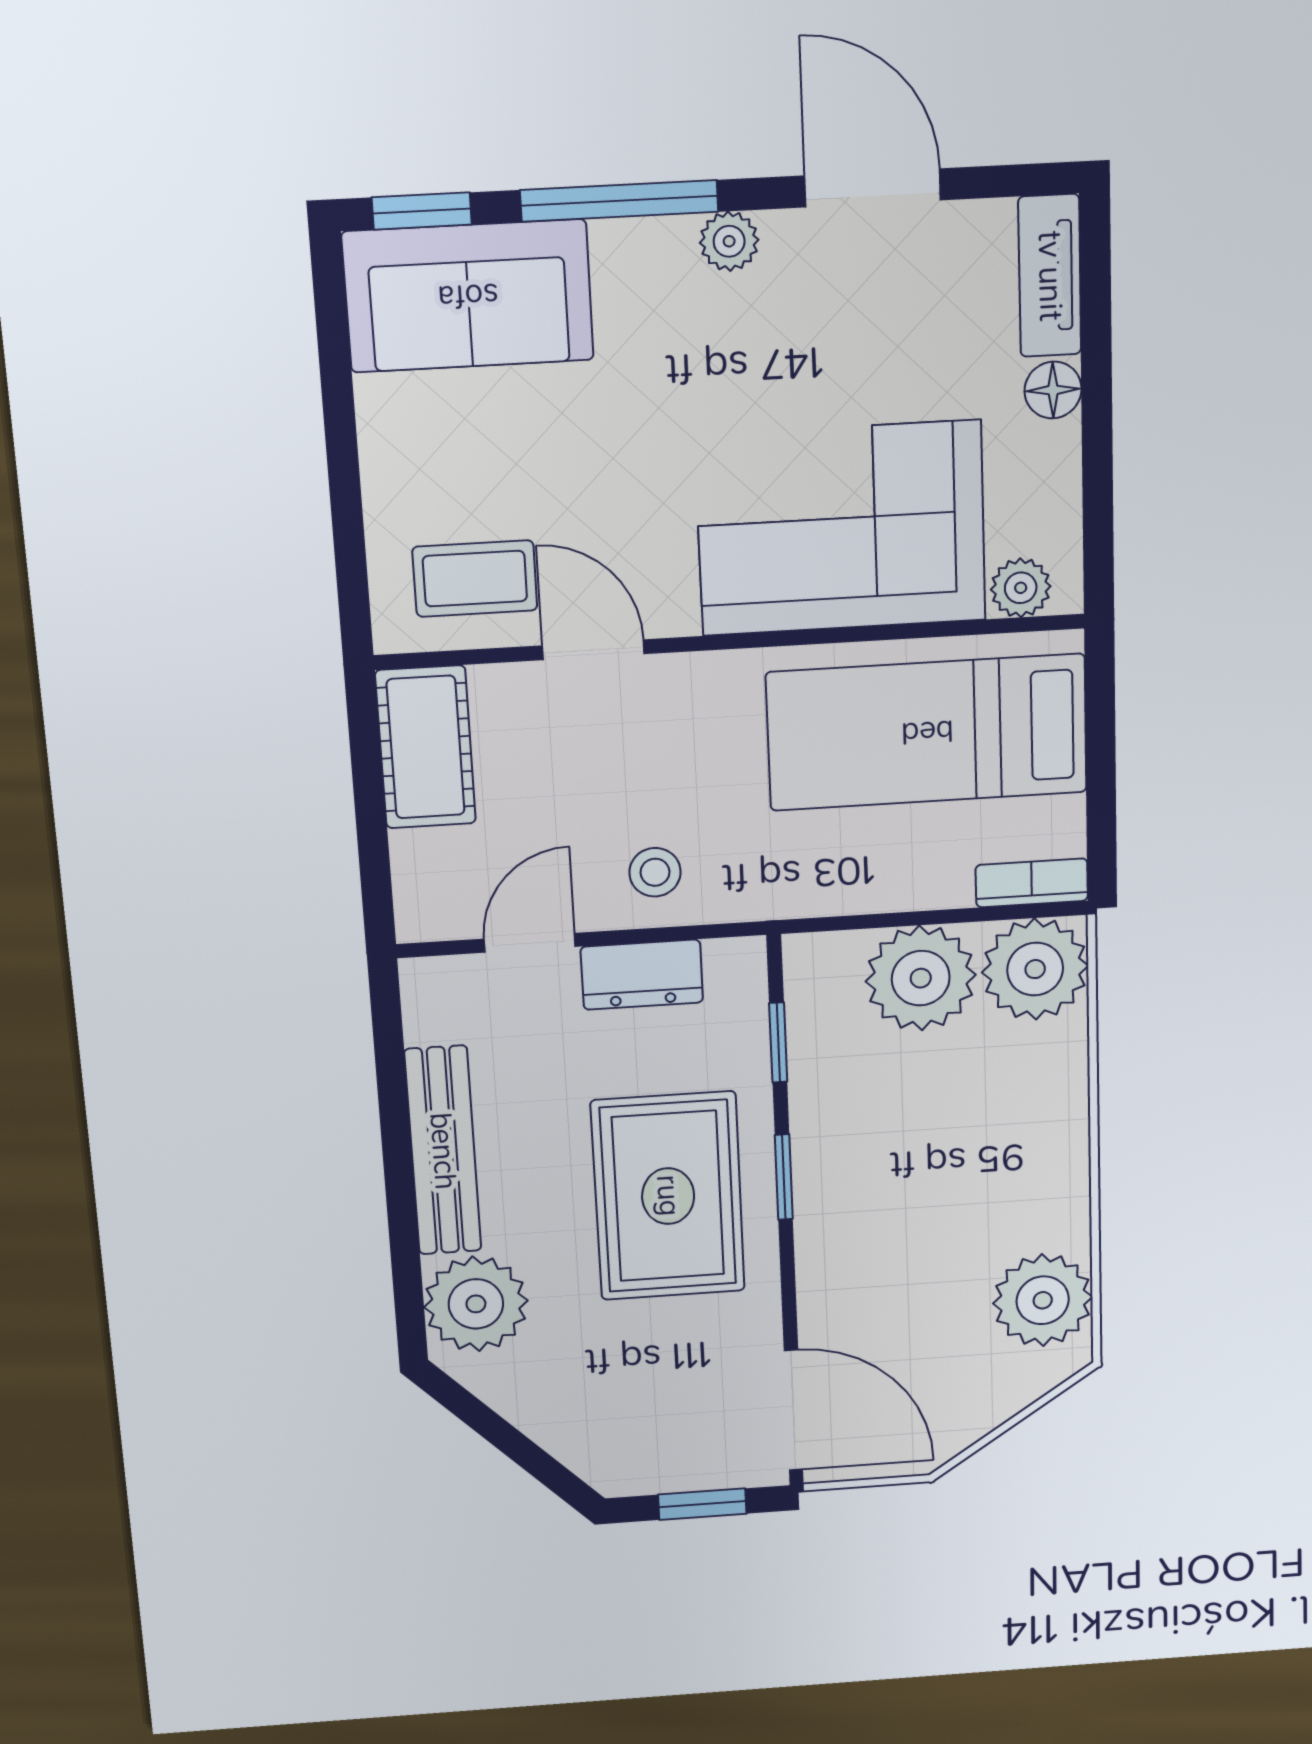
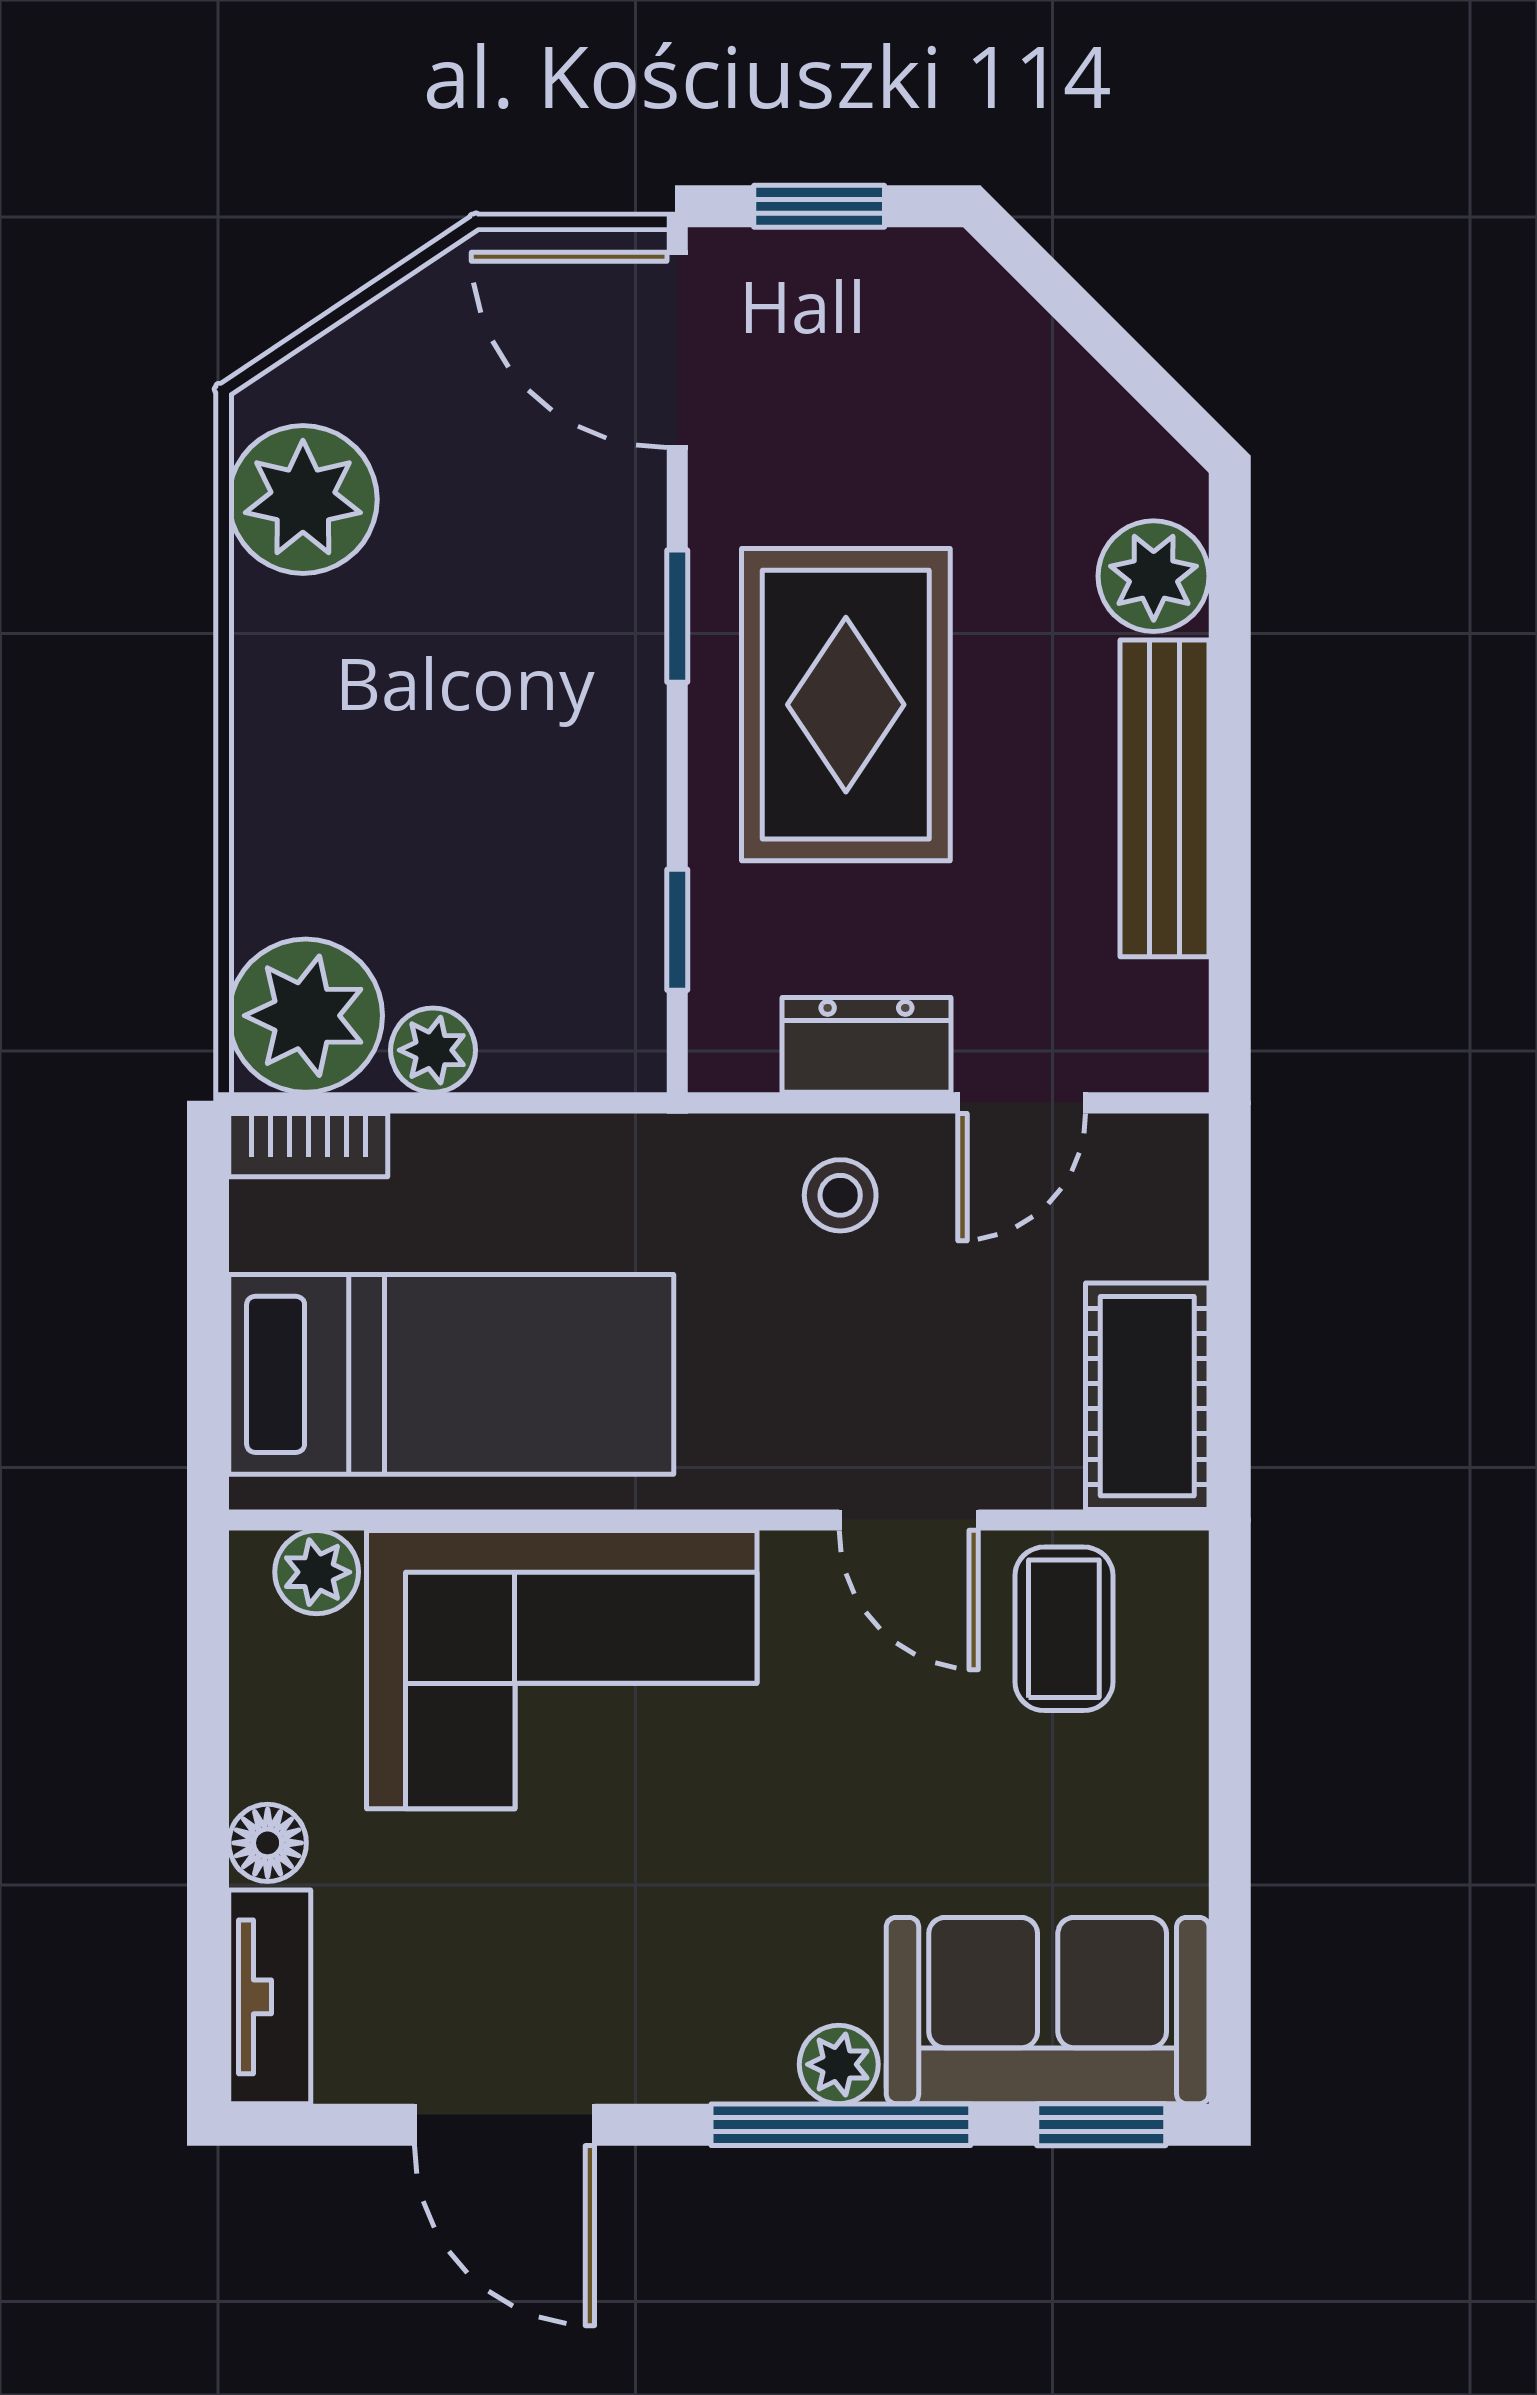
plant: (729, 241) -> (839, 2064), moved
coffee table: (475, 579) -> (1064, 1629), turned 90
plant: (921, 978) -> (433, 1050), width x0.53, depth x0.53
window: (784, 1177) -> (677, 616), moved
plant: (476, 1304) -> (1154, 576), width x0.73, depth x0.73

